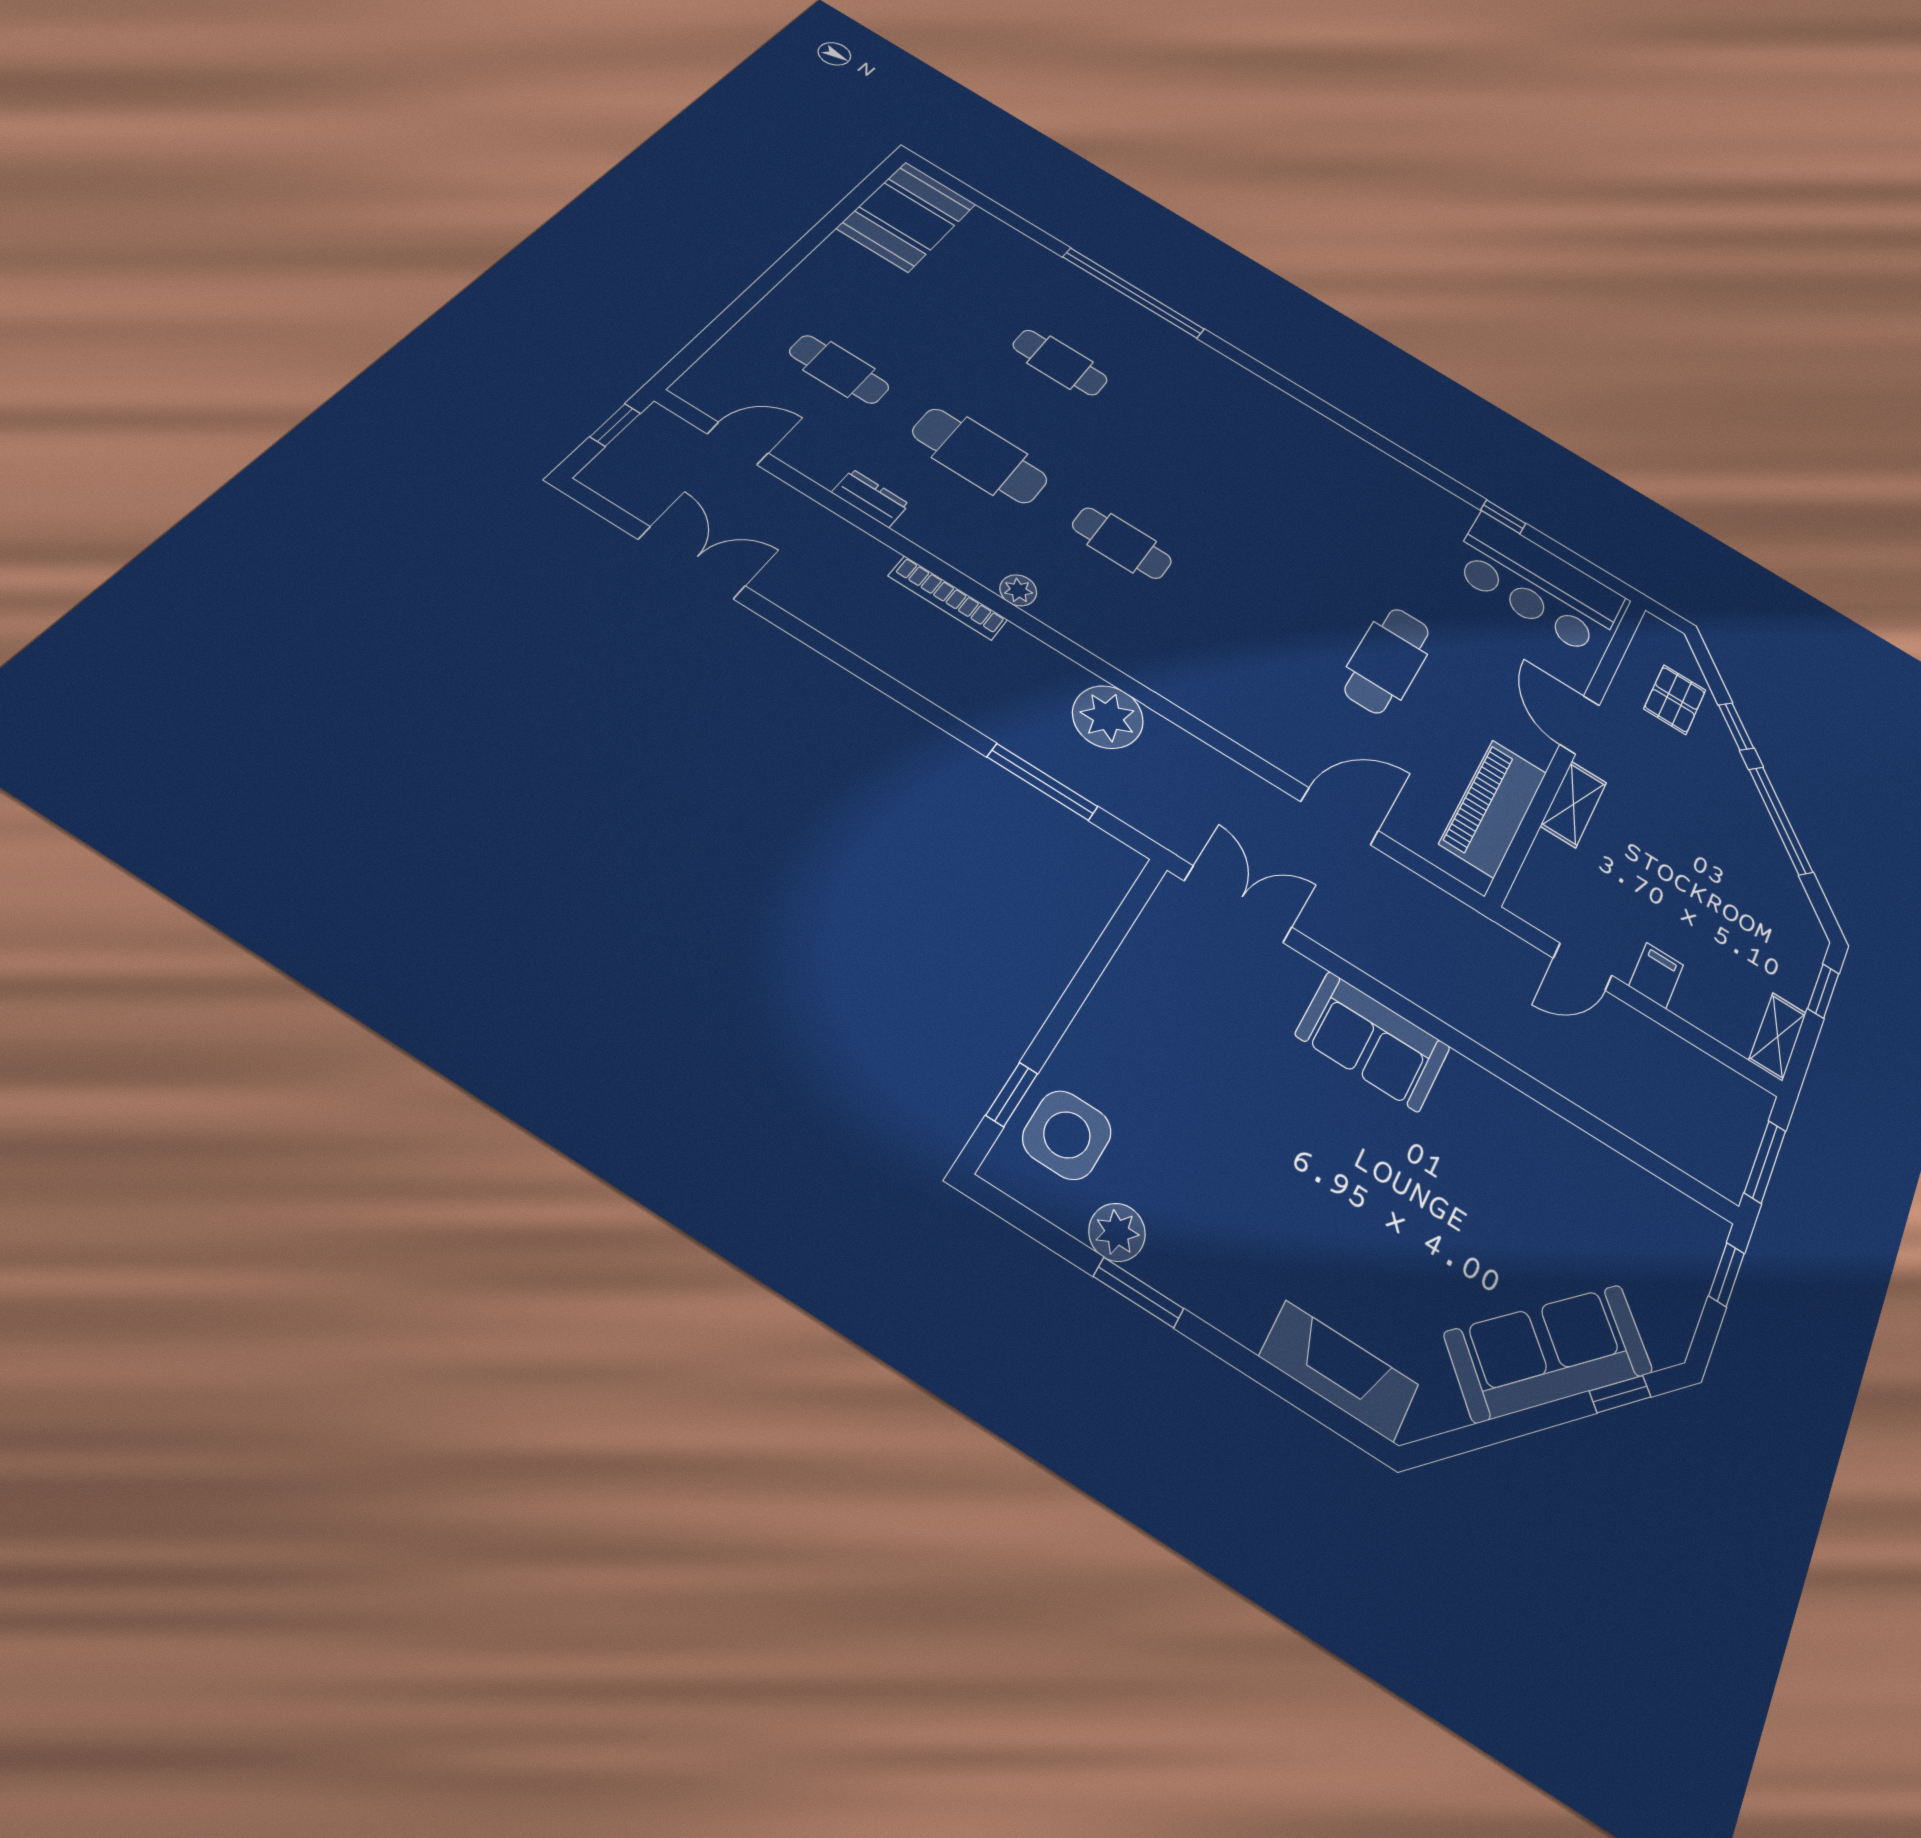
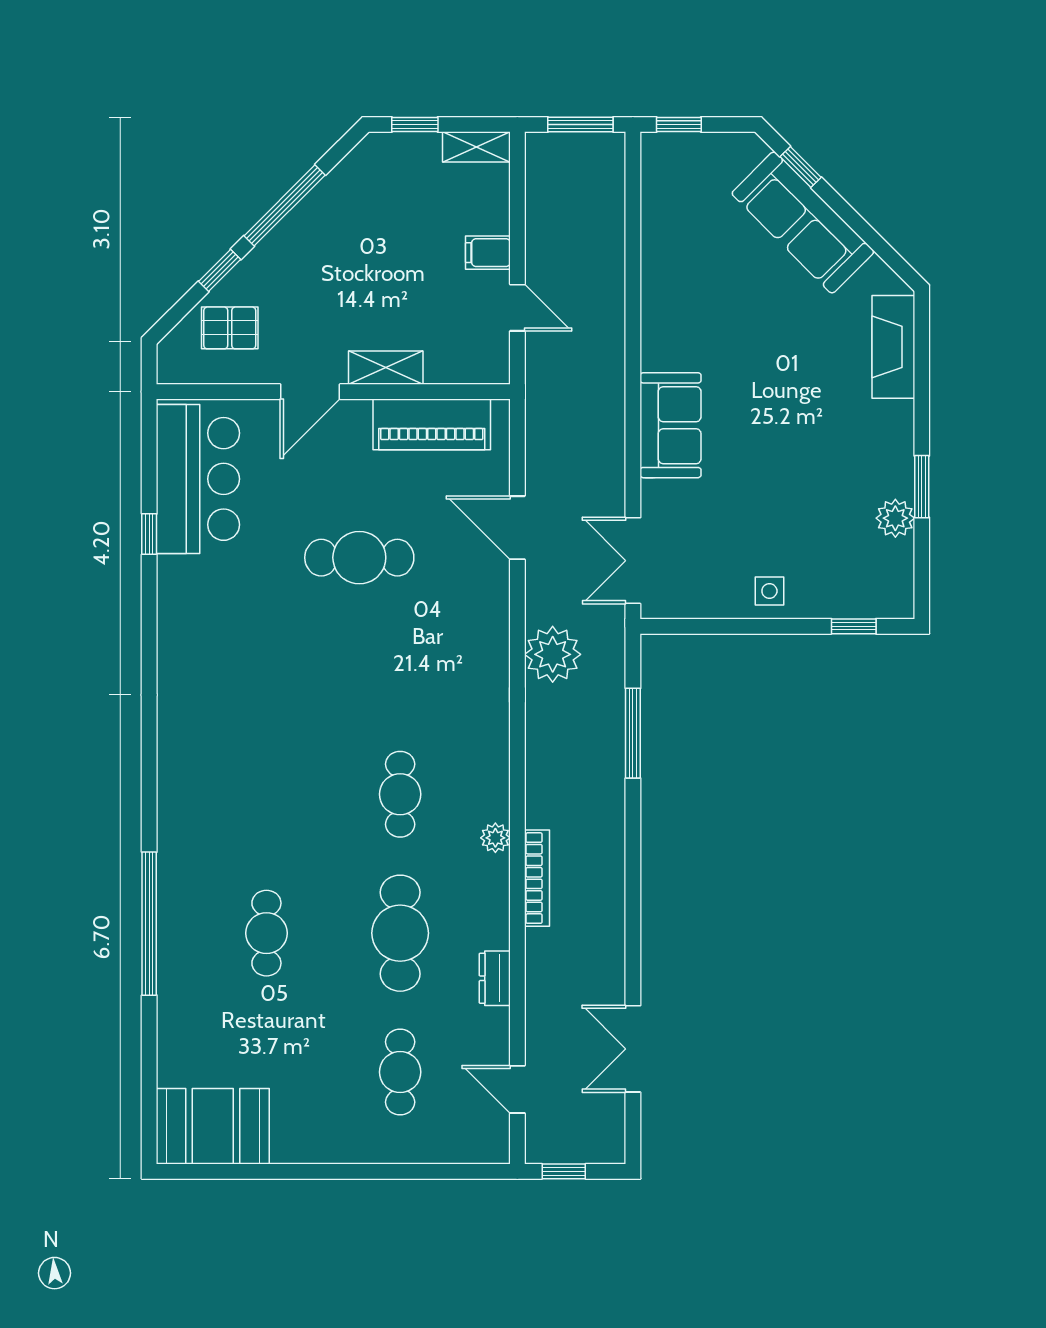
plant: (1108, 717) -> (553, 654), moved
side table: (1067, 1135) -> (769, 591), moved, width x0.54, depth x0.54

